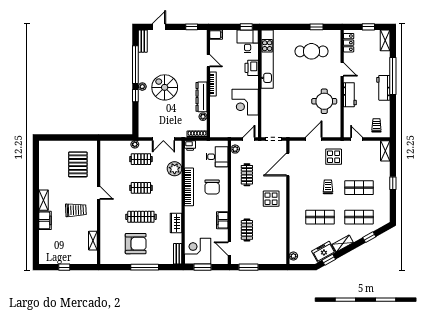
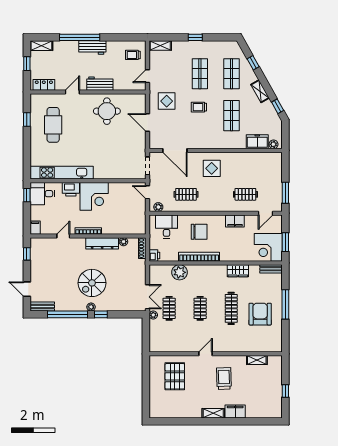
corner desk: (245, 102) -> (94, 196), moved
double door: (163, 139) -> (148, 297), moved
pallet: (78, 164) -> (175, 376), turned 90
freezer: (324, 252) -> (257, 142), moved, turned 119

